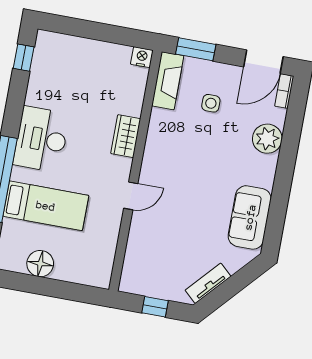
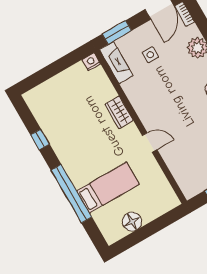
window: (24, 58) -> (40, 140), moved
desk: (41, 139) -> (75, 153), removed
door: (131, 196) -> (150, 143), hinge flipped

